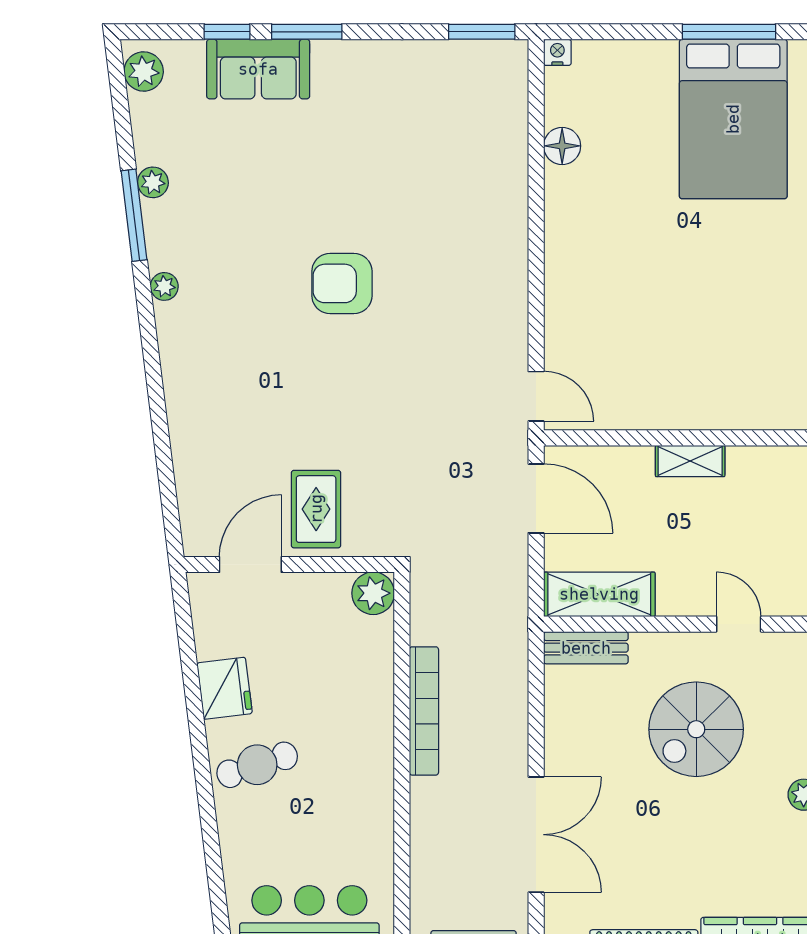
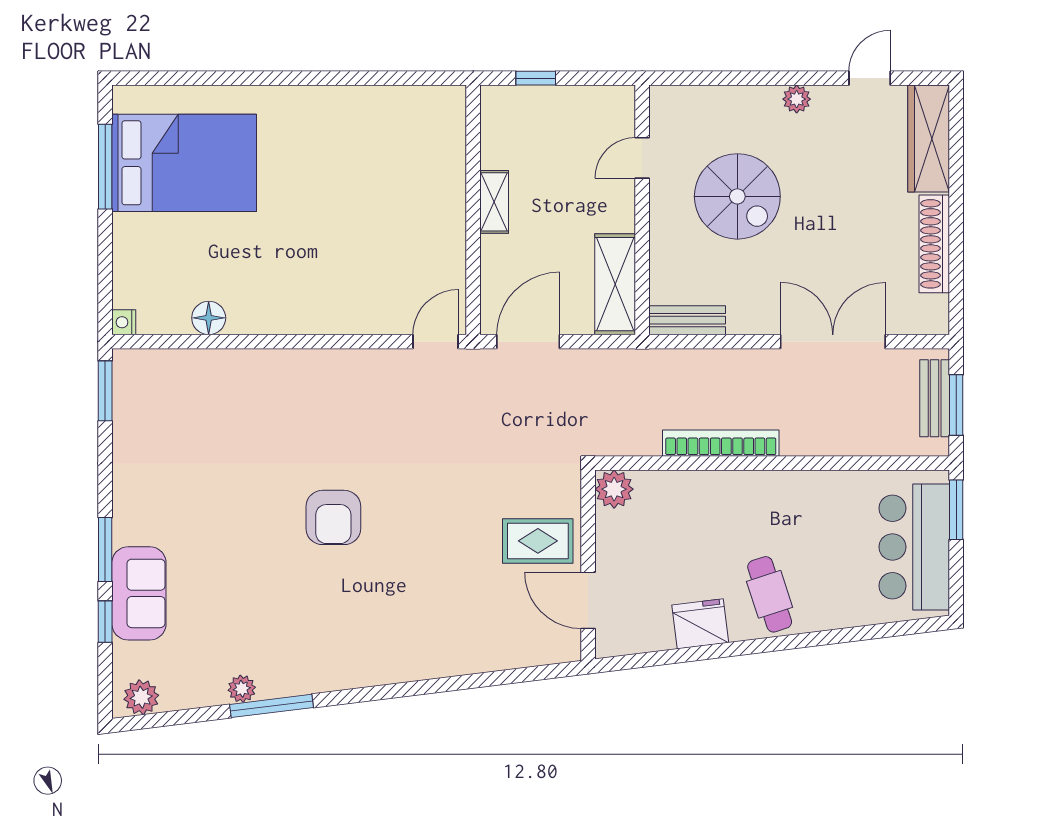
plant: (164, 286) -> (336, 678), removed
bench: (586, 648) -> (687, 320), moved, turned 90

